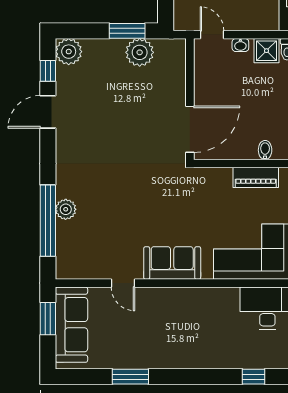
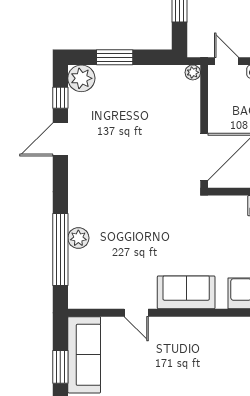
window: (127, 31) -> (115, 57), moved
plant: (140, 52) -> (193, 72), moved, width x0.53, depth x0.53
window: (48, 319) -> (60, 367), moved

